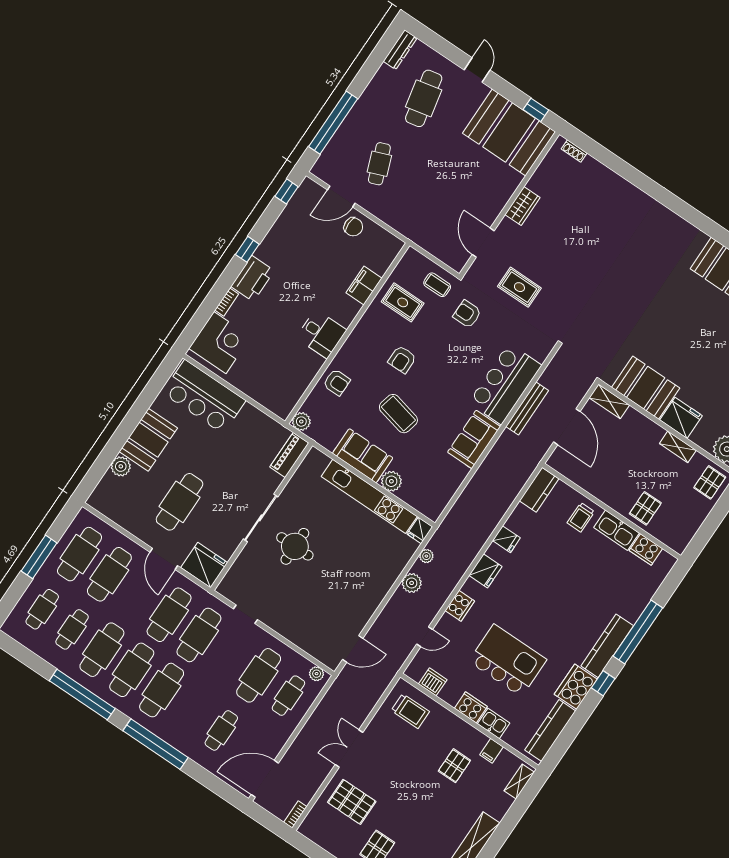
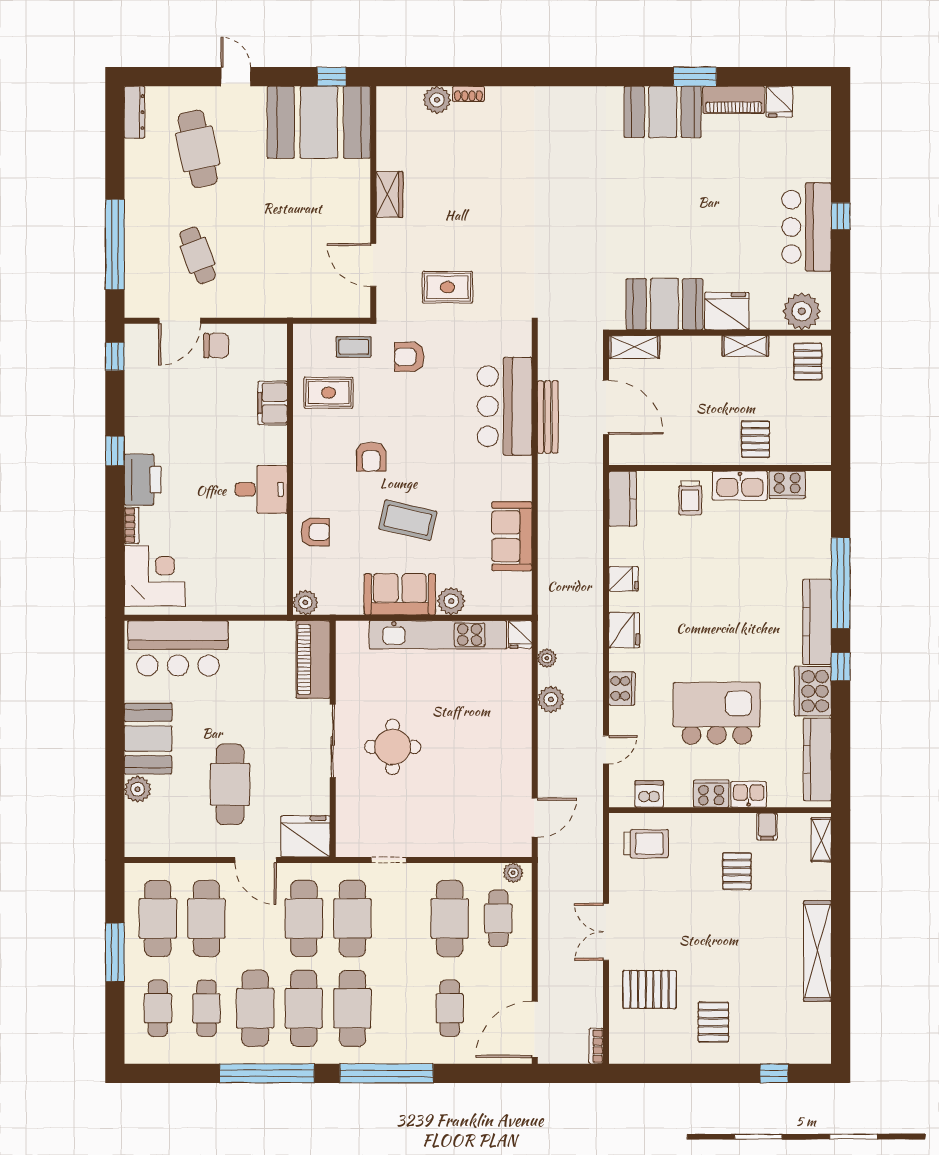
shoe rack: (574, 151) -> (468, 94), moved
plant: (591, 168) -> (437, 100), added
sofa: (474, 439) -> (512, 536), moved
piano: (289, 455) -> (313, 659), width x1.37, depth x1.33

